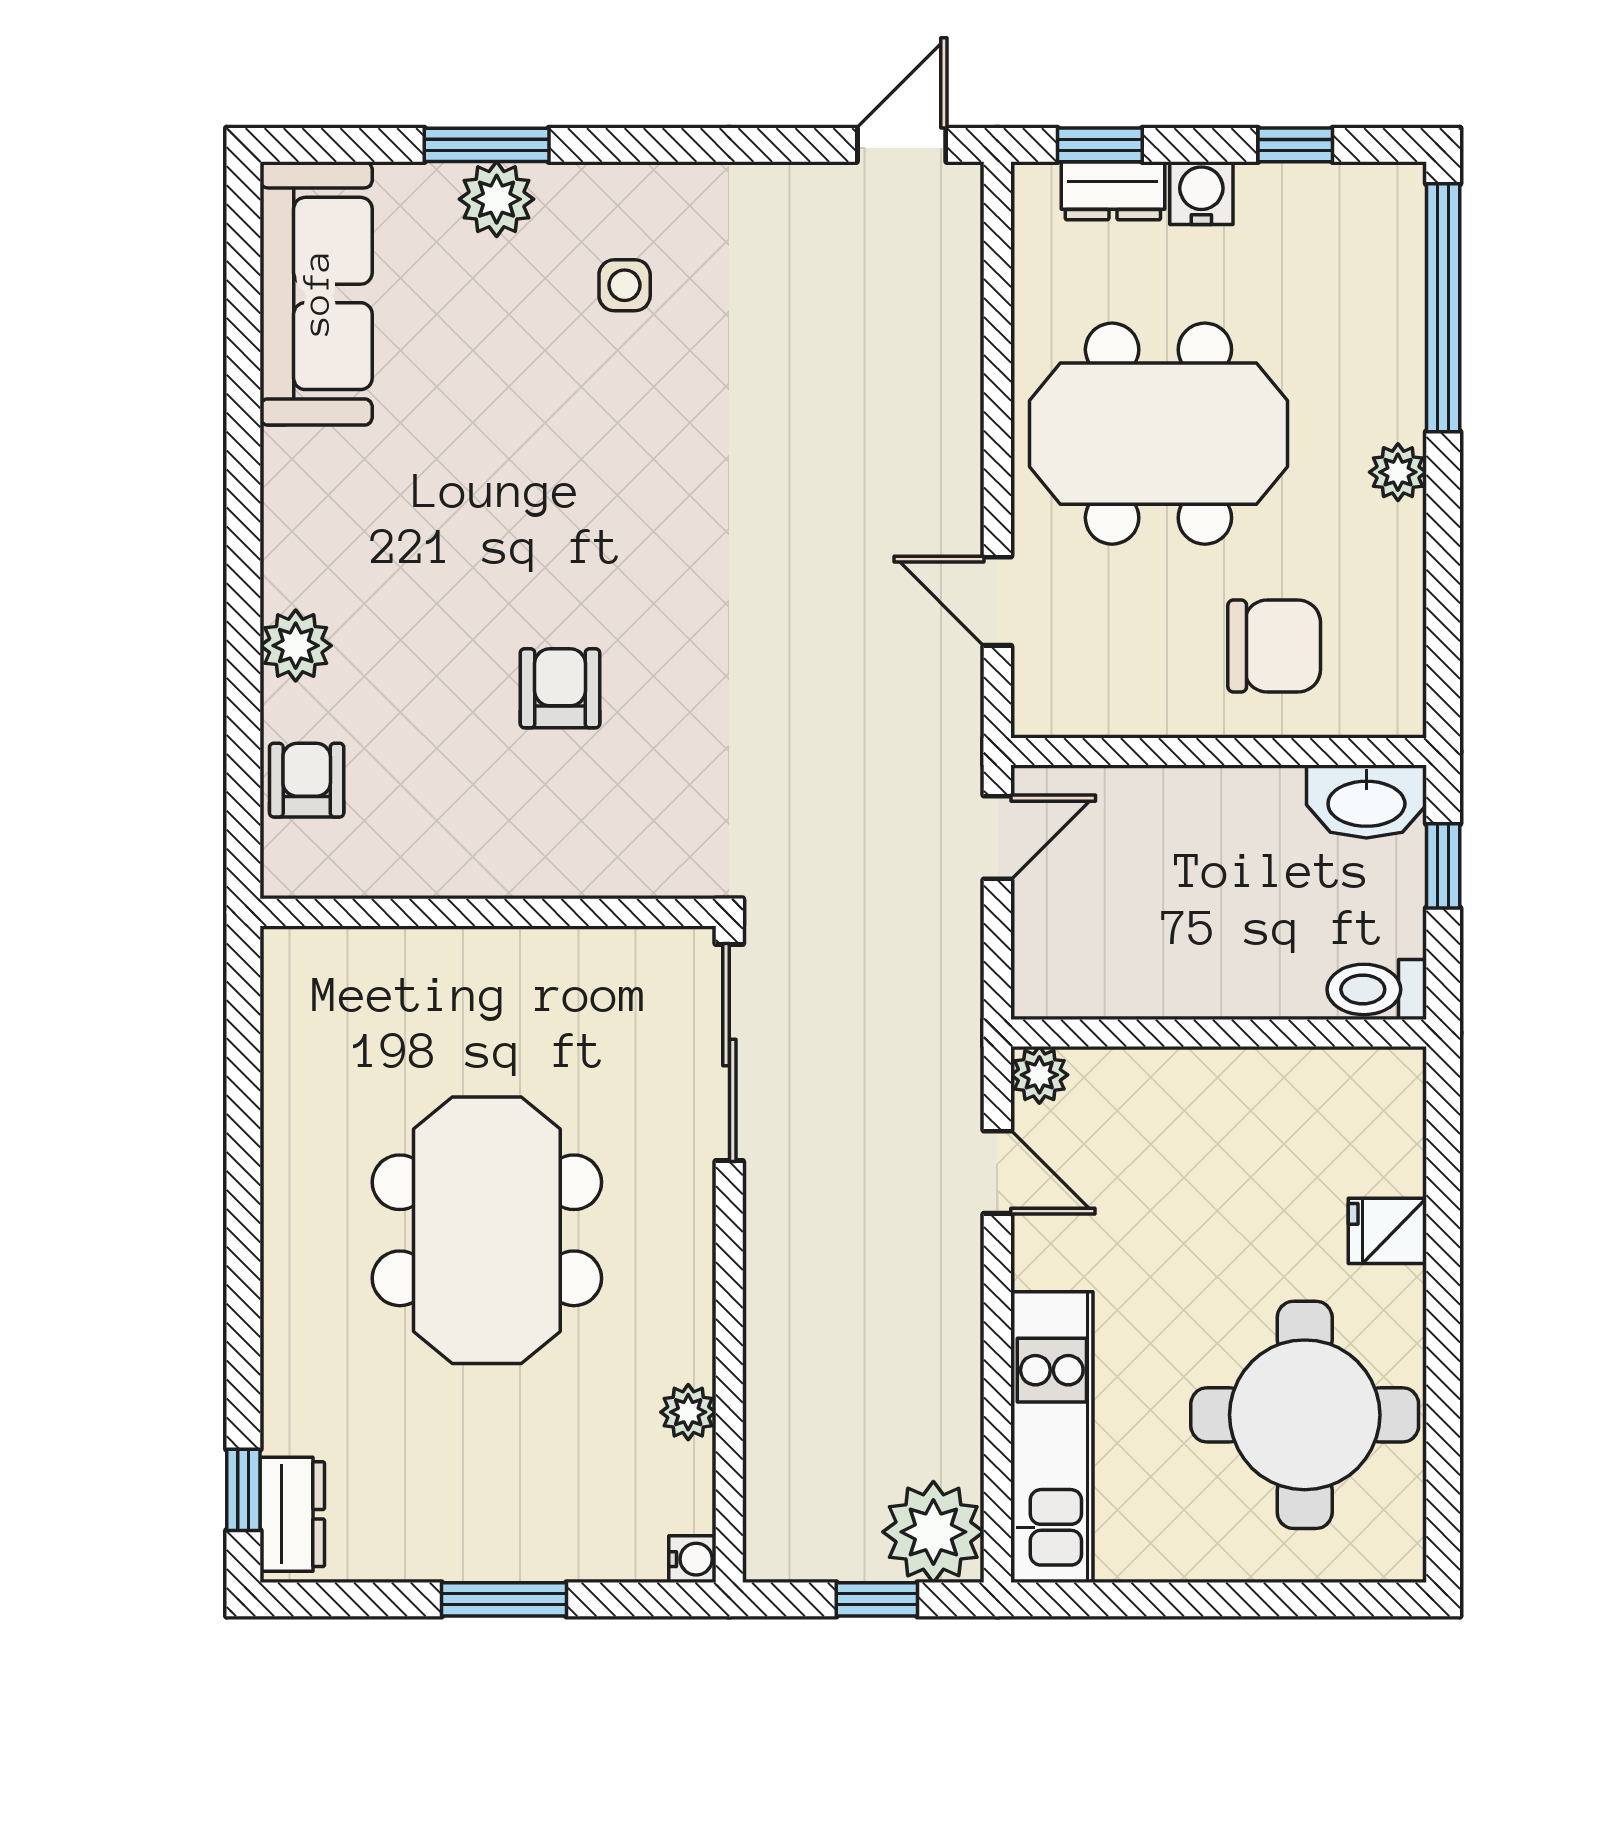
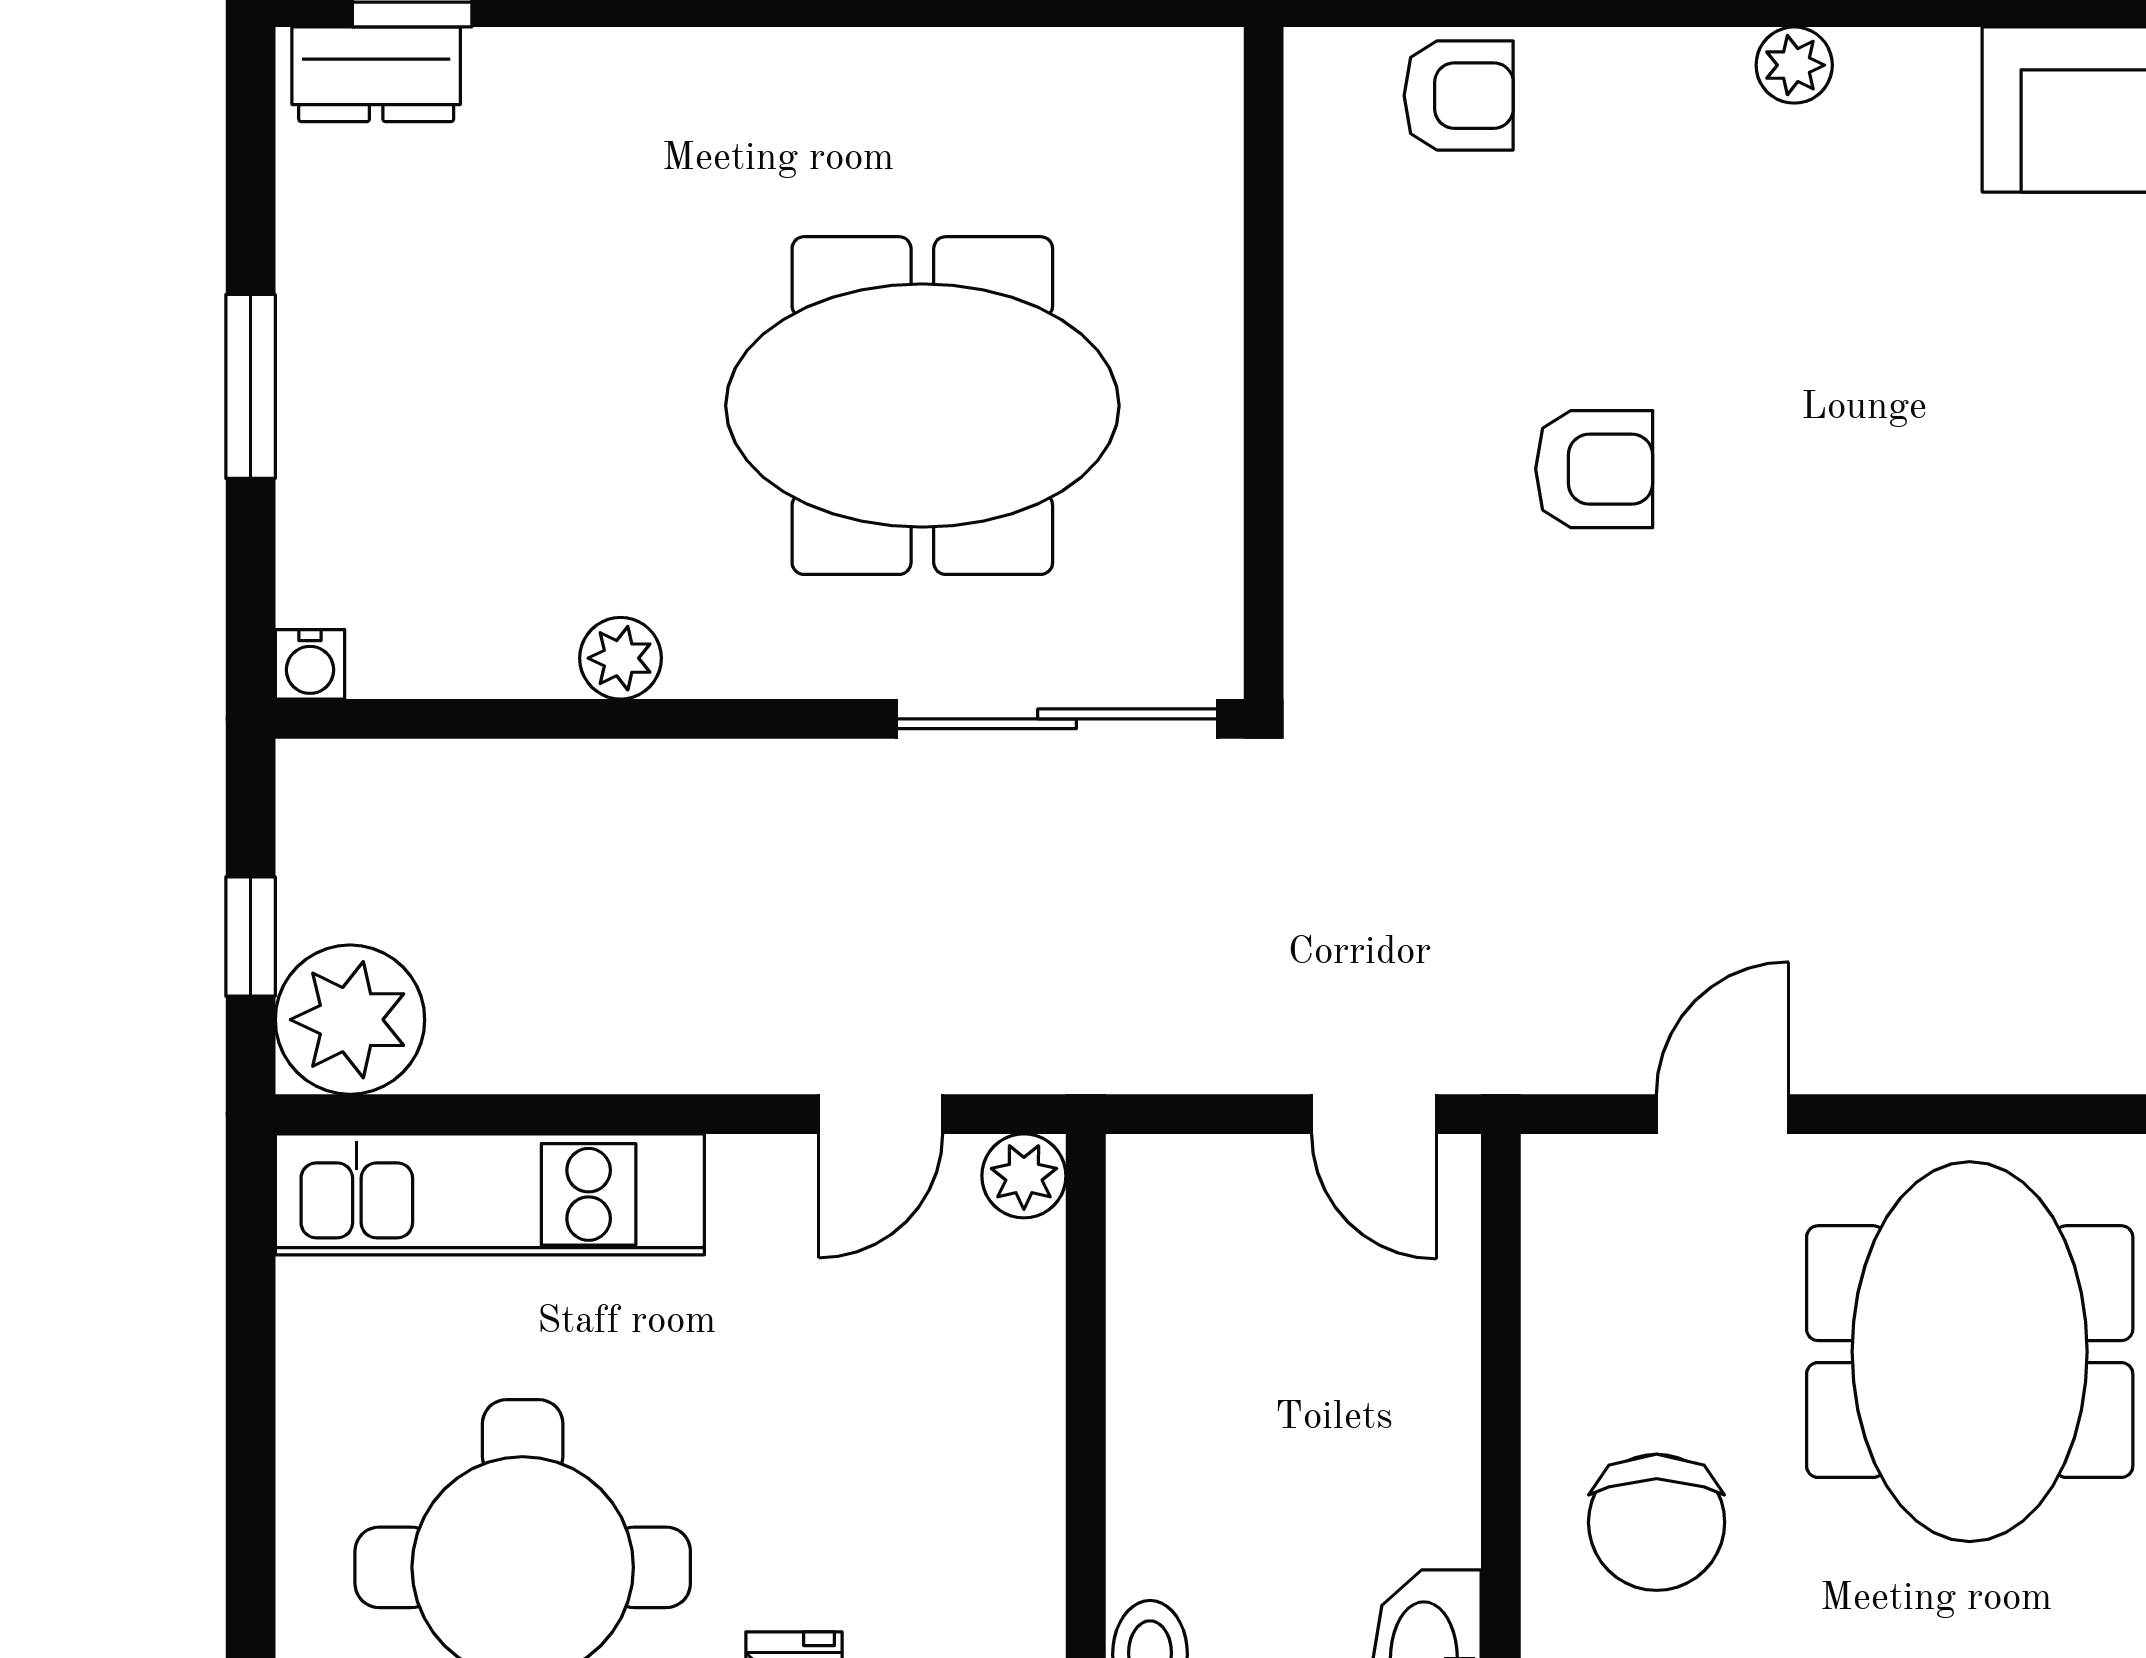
plant: (296, 646) -> (1794, 65), moved, width x0.73, depth x0.73
meeting table: (487, 1230) -> (922, 406), moved
plant: (688, 1412) -> (621, 658), moved

